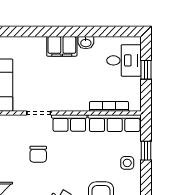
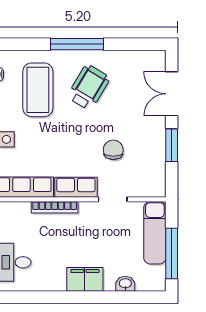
washbasin: (86, 43) -> (125, 284), moved
bookcase: (109, 106) -> (55, 207), moved

